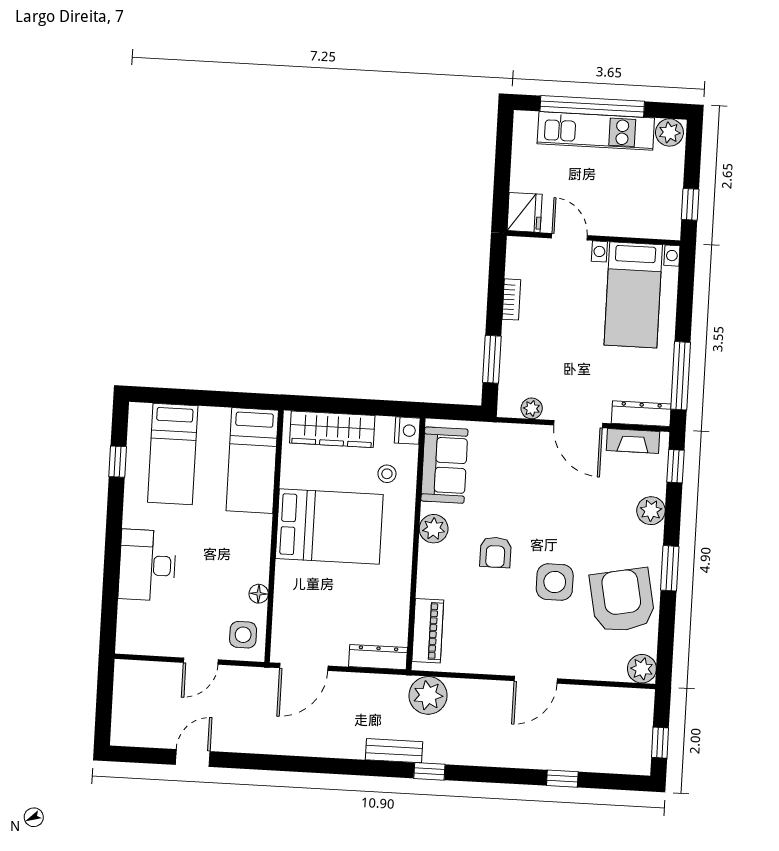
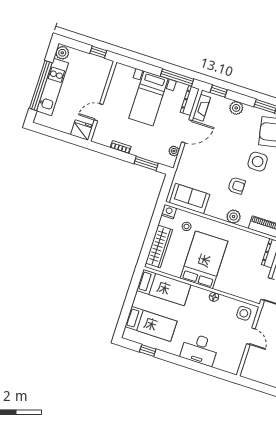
bed with nightstands: (633, 295) -> (148, 99), moved, turned 90
plant: (434, 529) -> (234, 217), moved
floor lamp: (259, 594) -> (214, 297), moved

